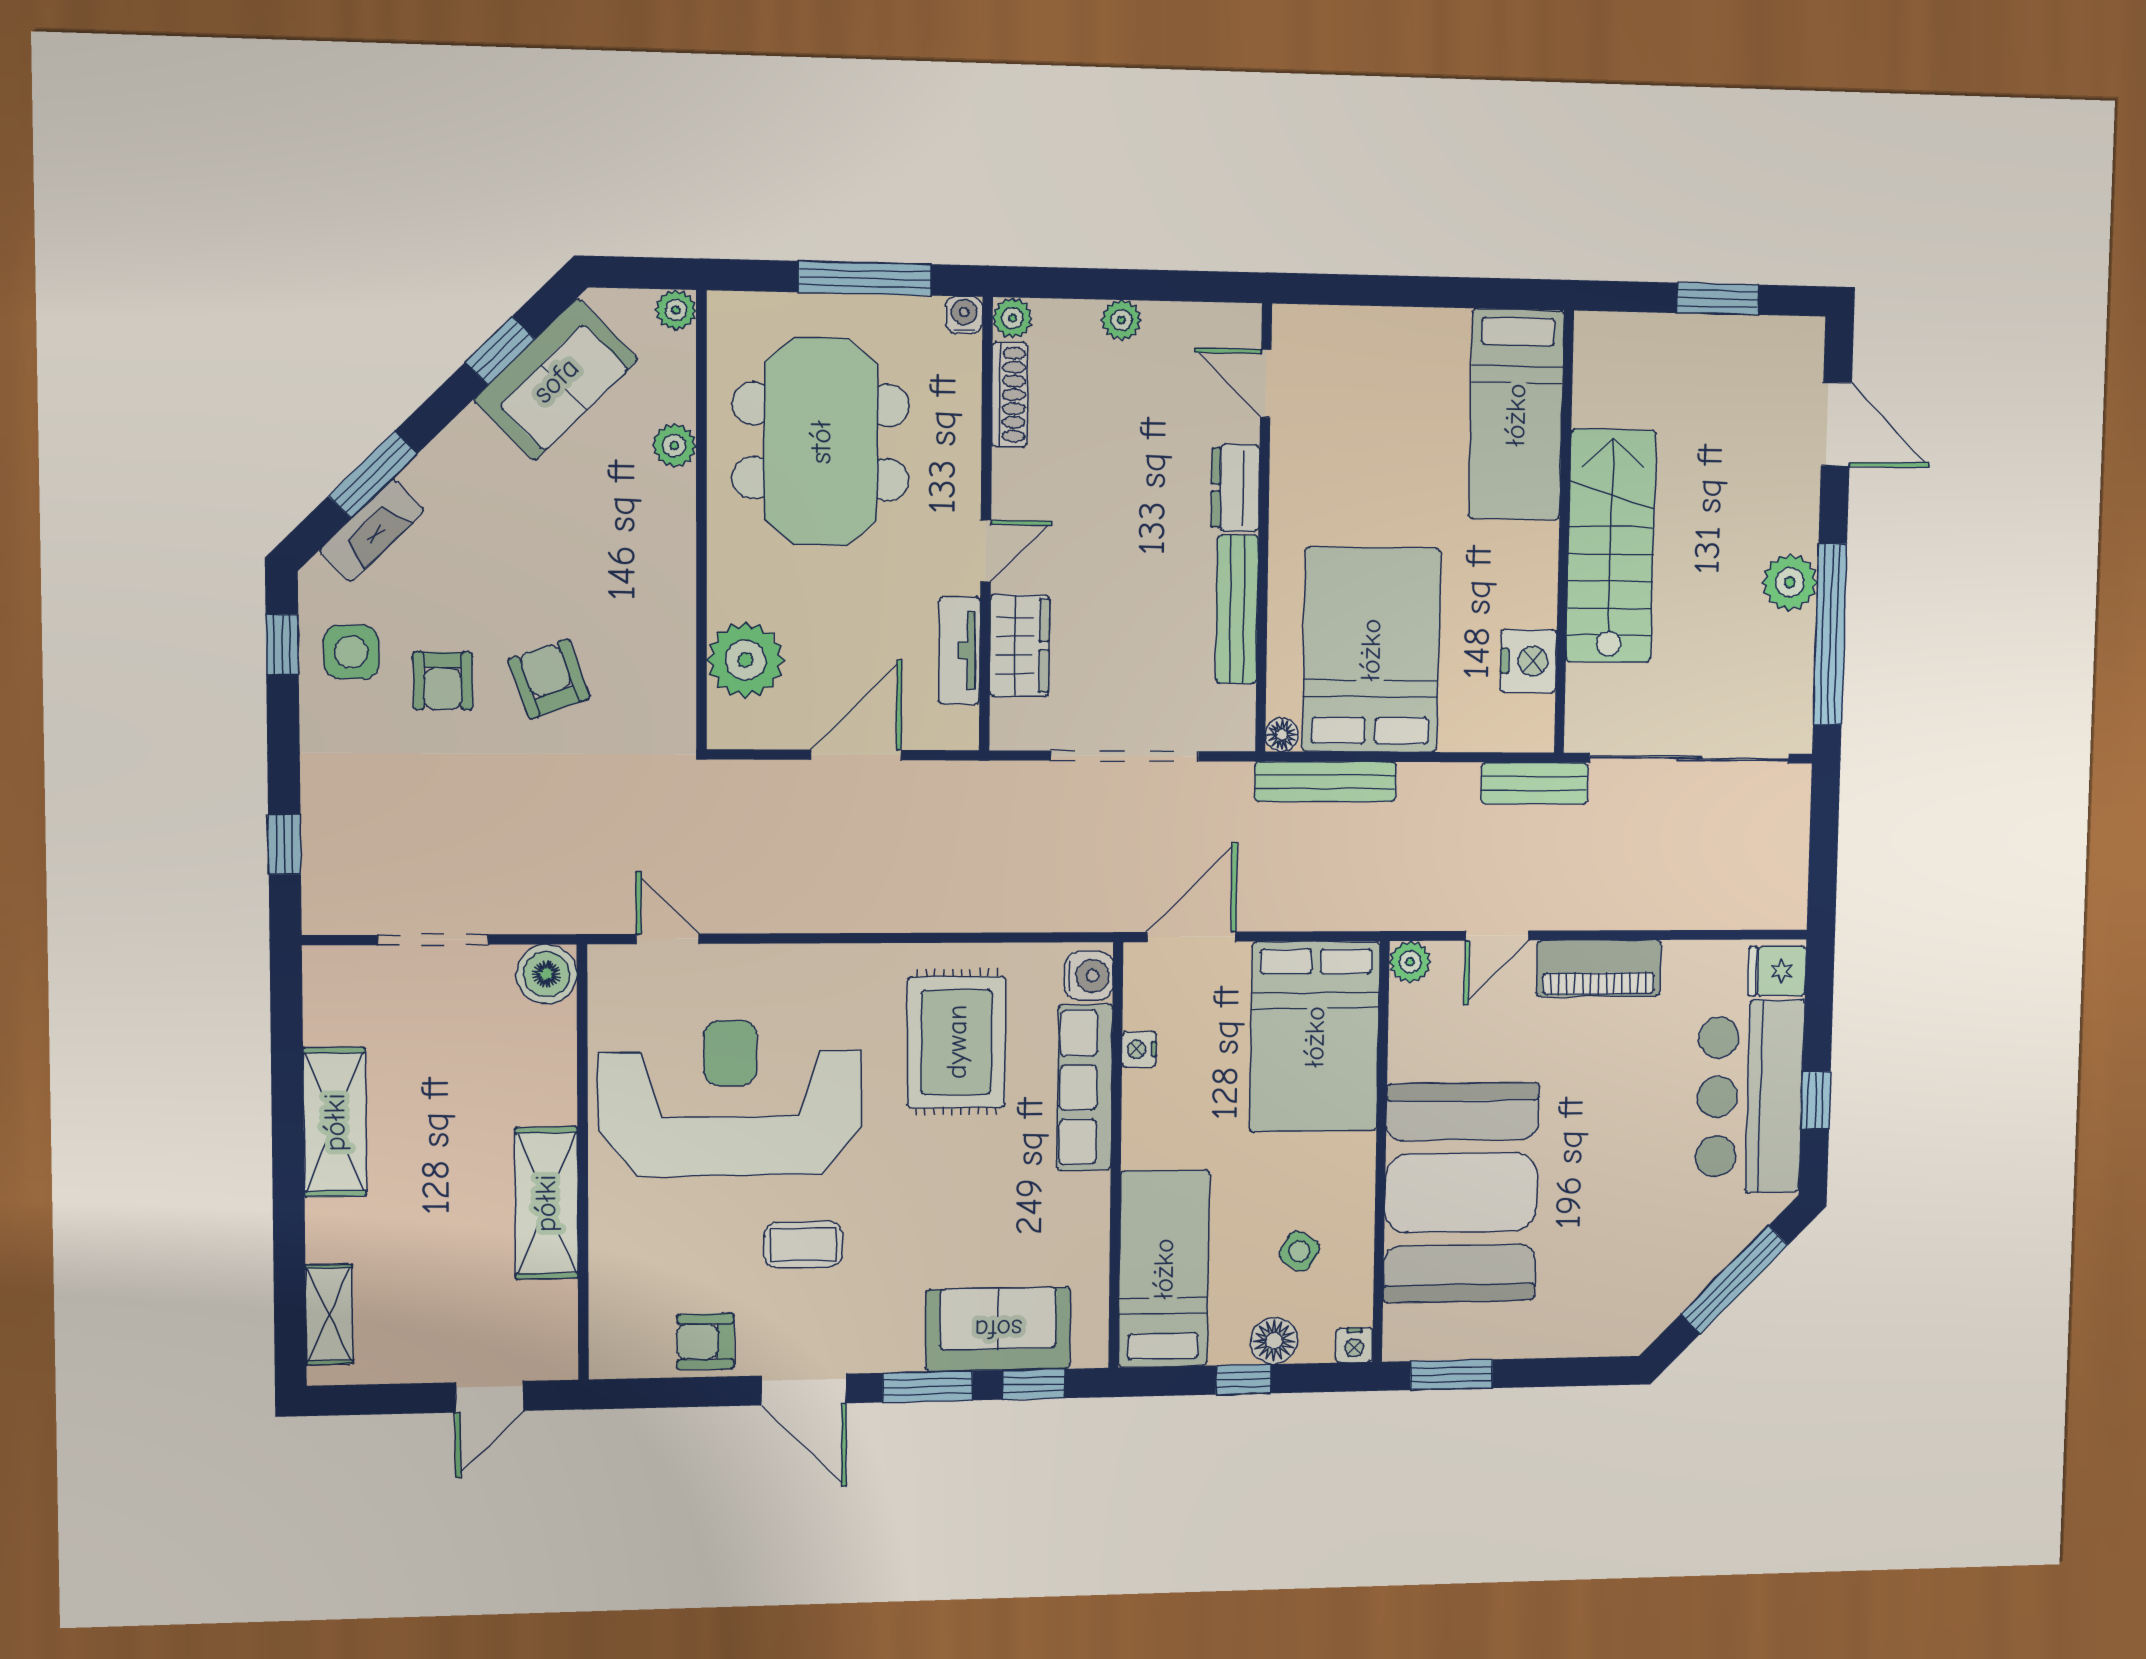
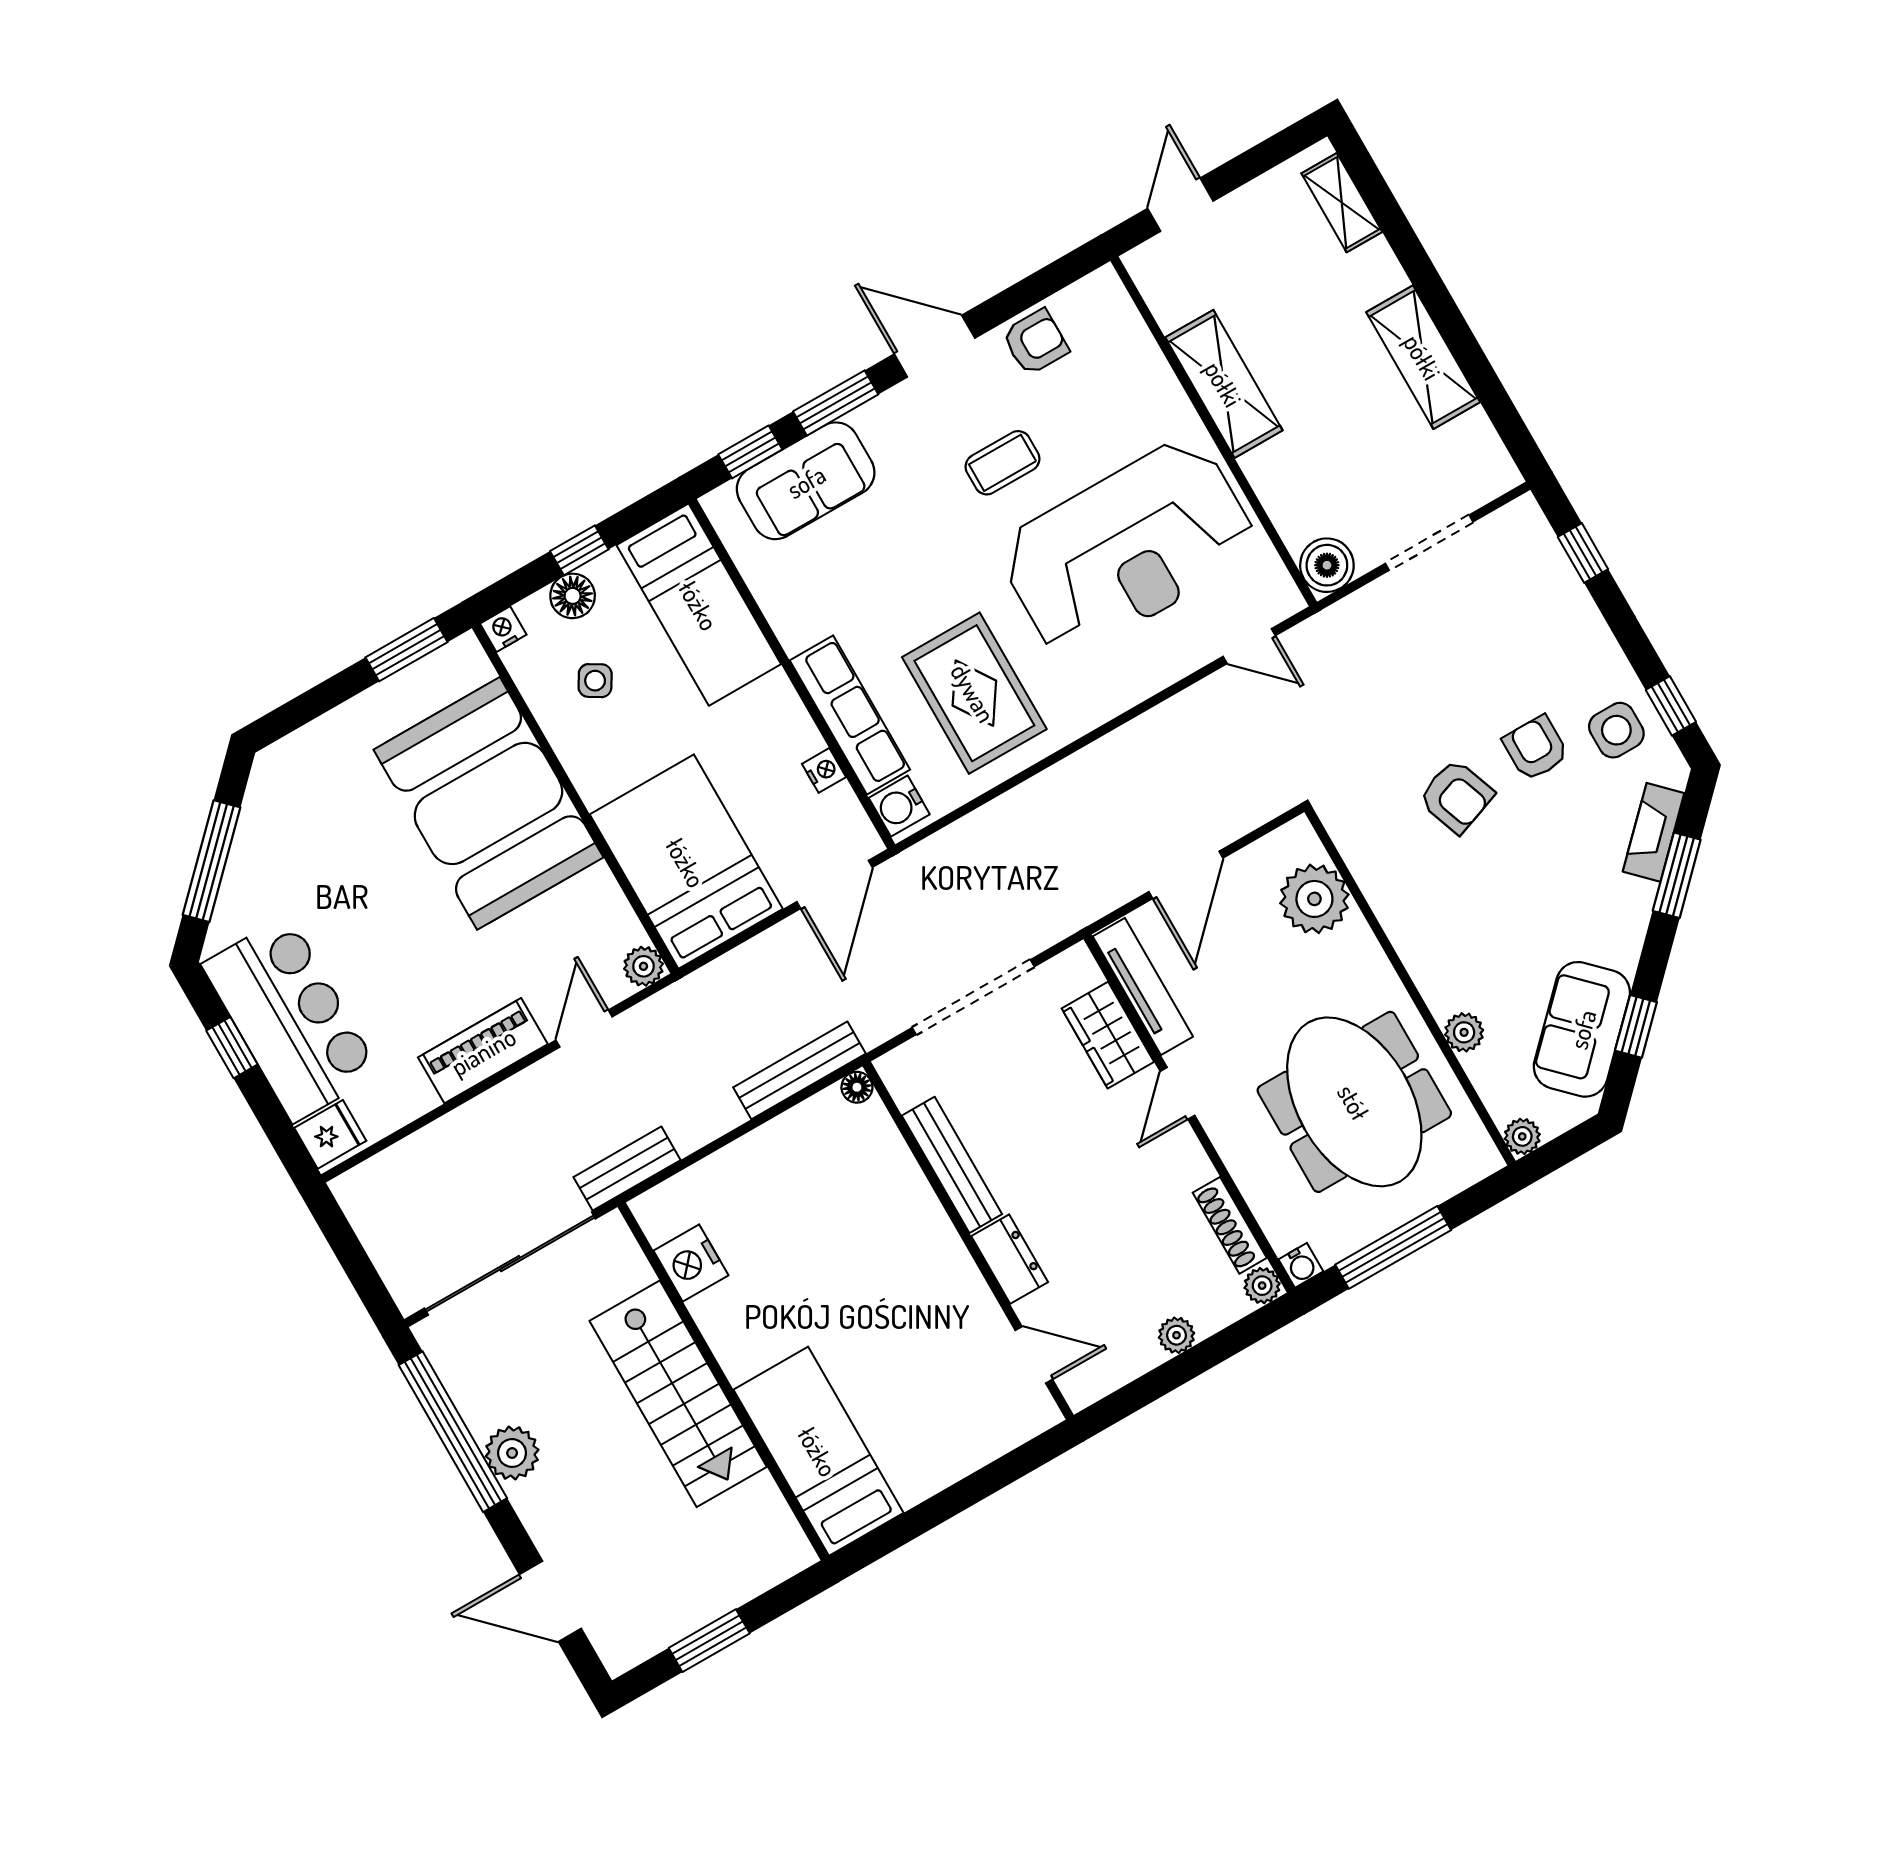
tv unit: (959, 650) -> (1143, 986), width x1.41
bed: (1371, 650) -> (824, 1196), removed

